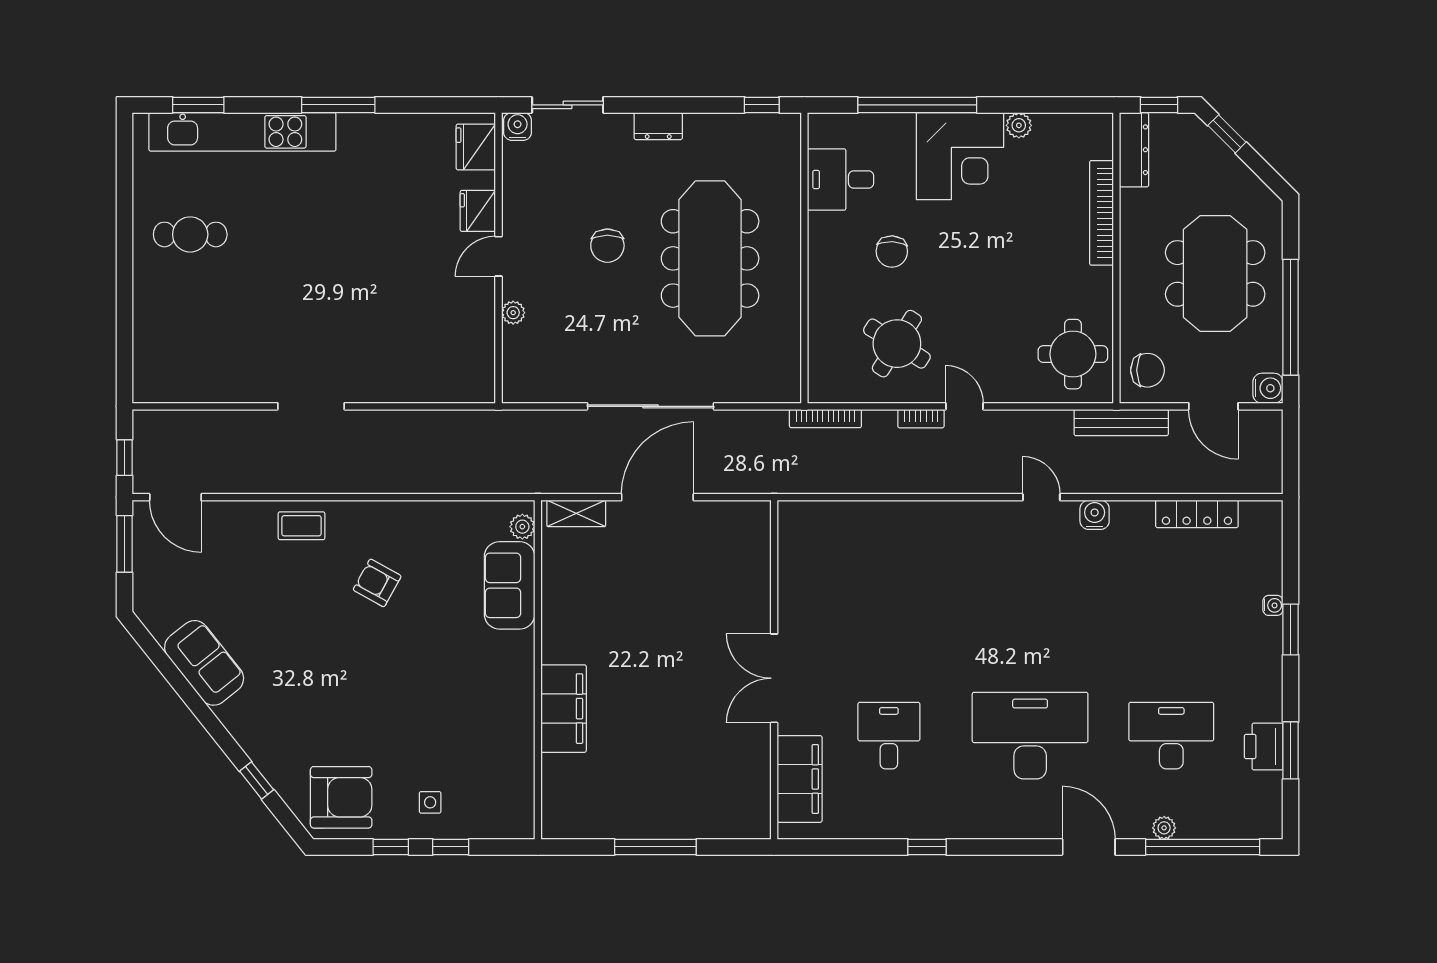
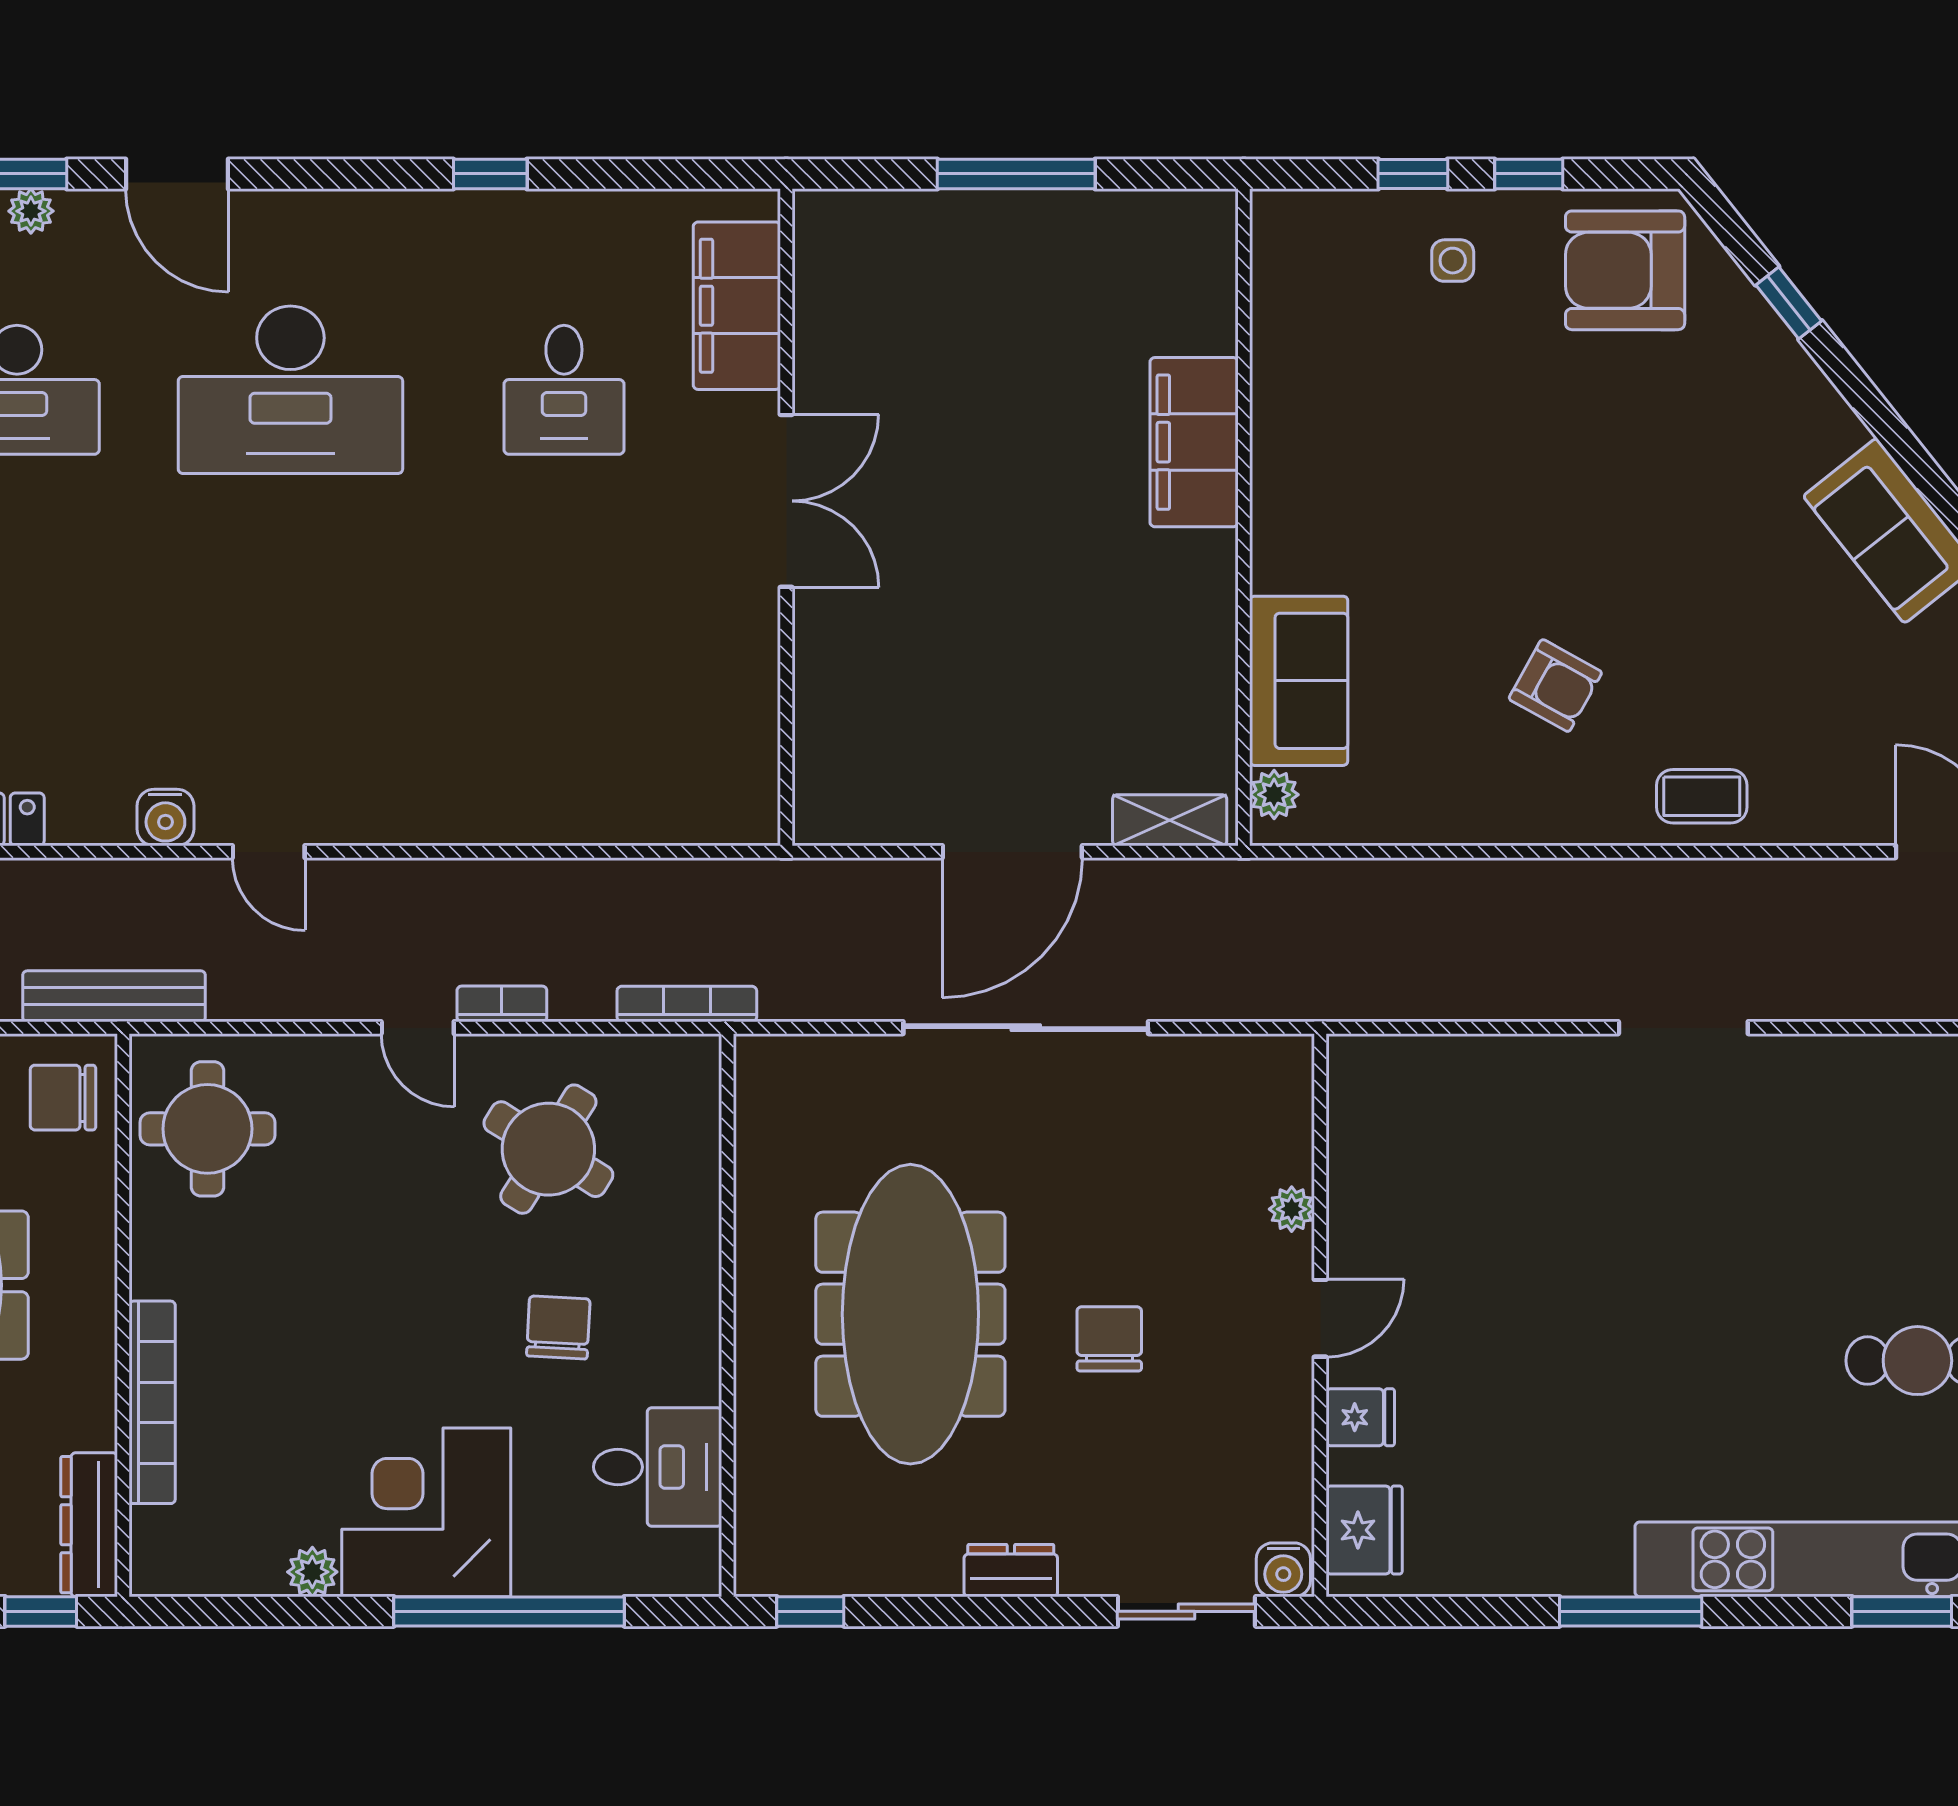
fridge: (478, 211) -> (1360, 1417), width x0.72

